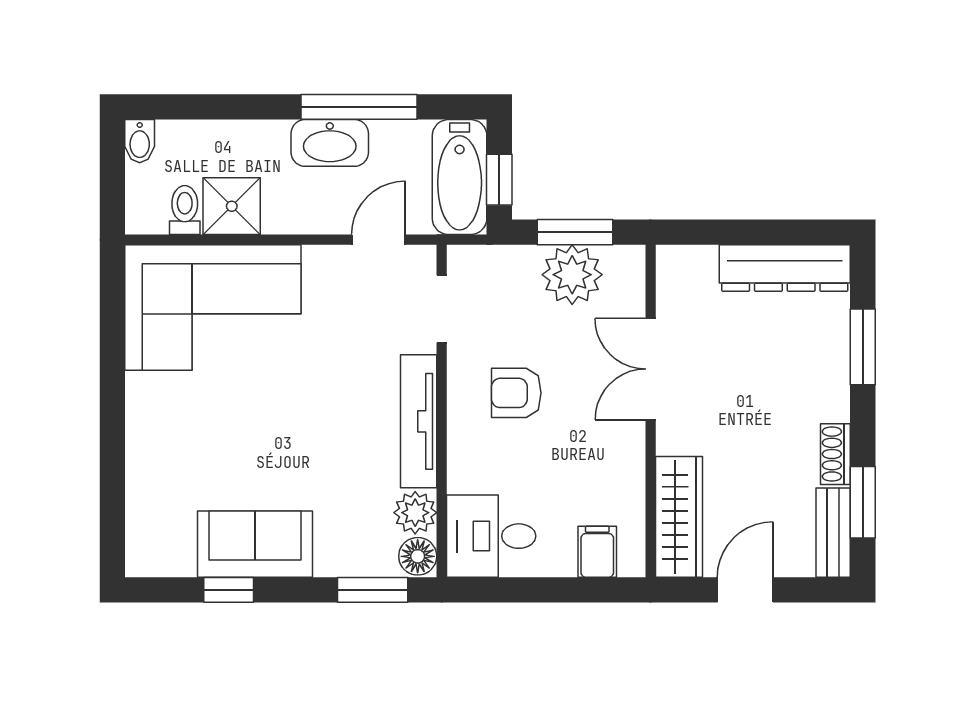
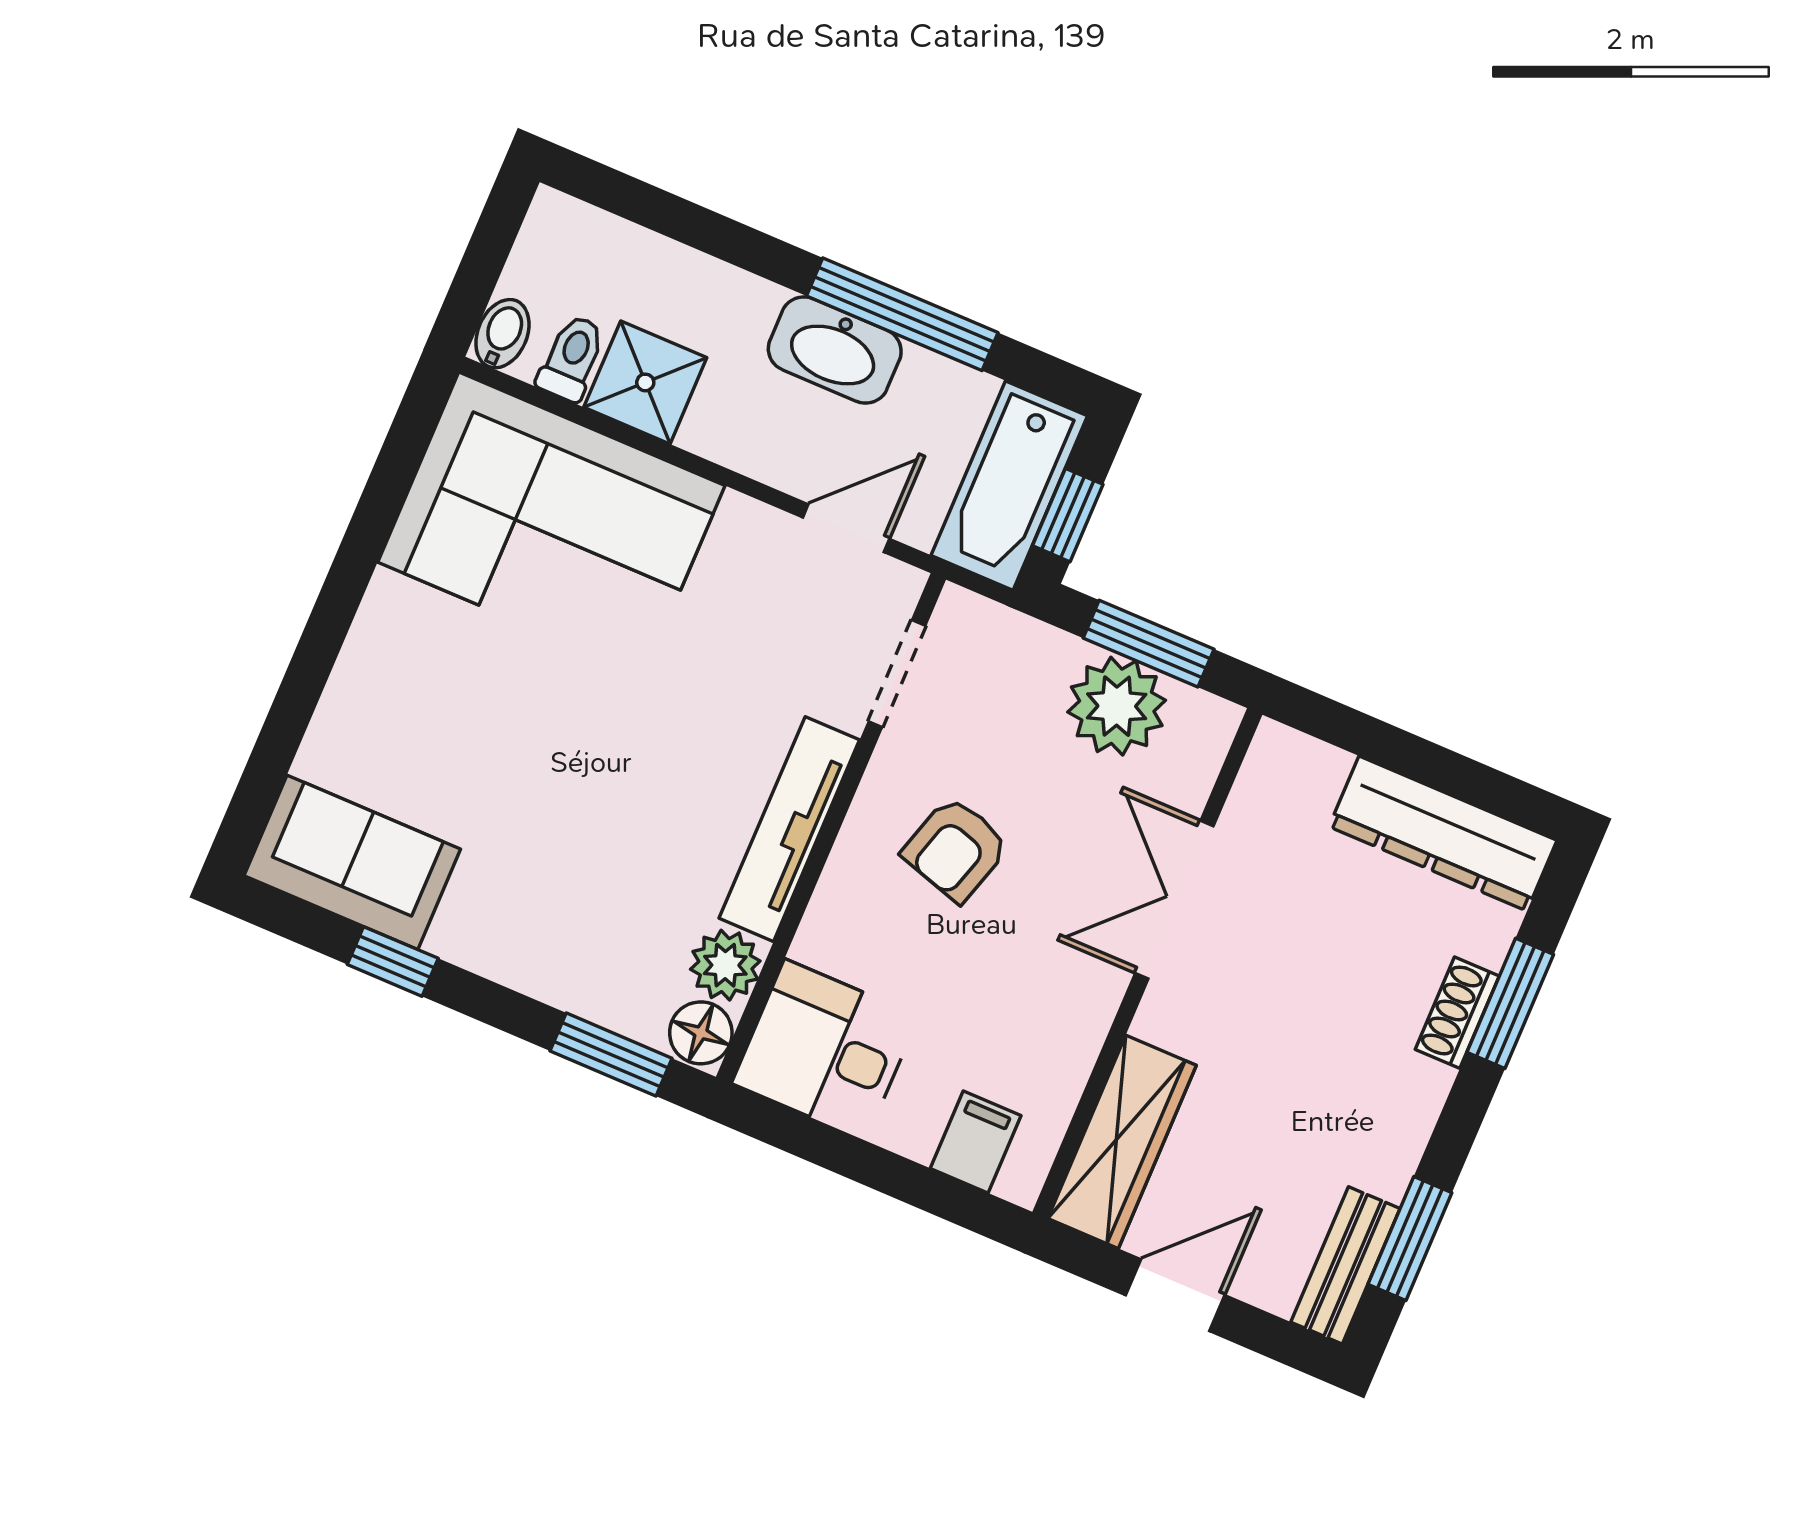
bidet: (140, 141) -> (502, 334), moved, turned 180
armchair: (516, 393) -> (956, 849), turned -73
shoe rack: (835, 454) -> (1457, 1013), moved
sofa: (255, 544) -> (352, 862), moved

